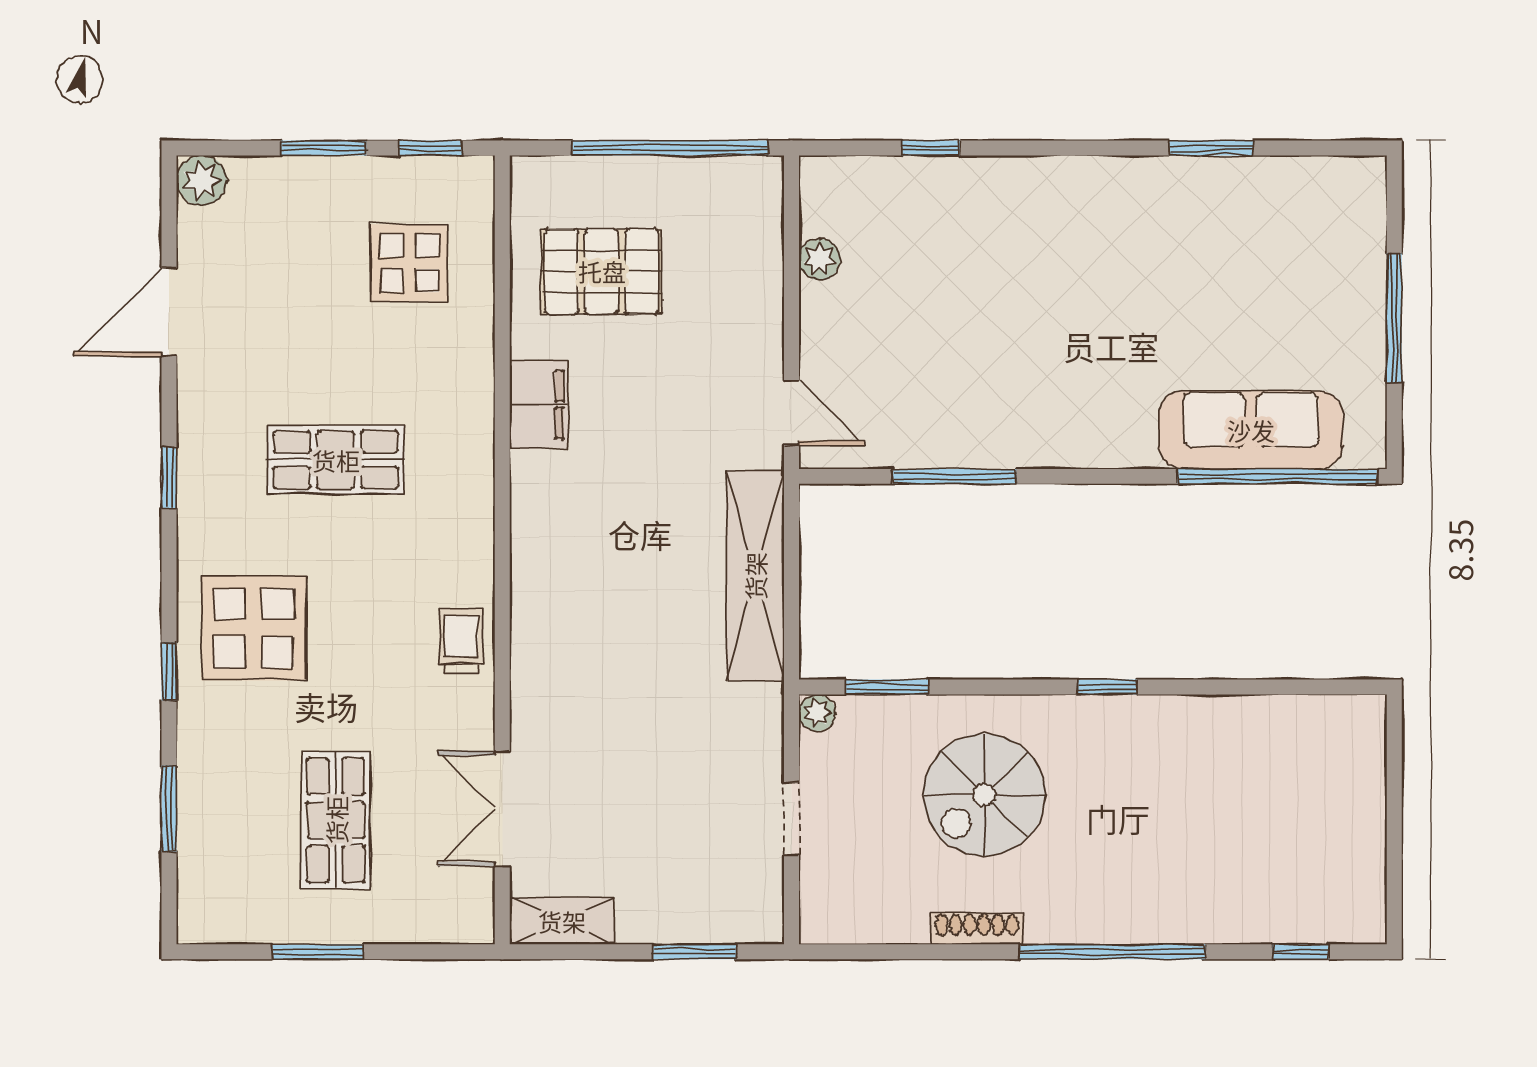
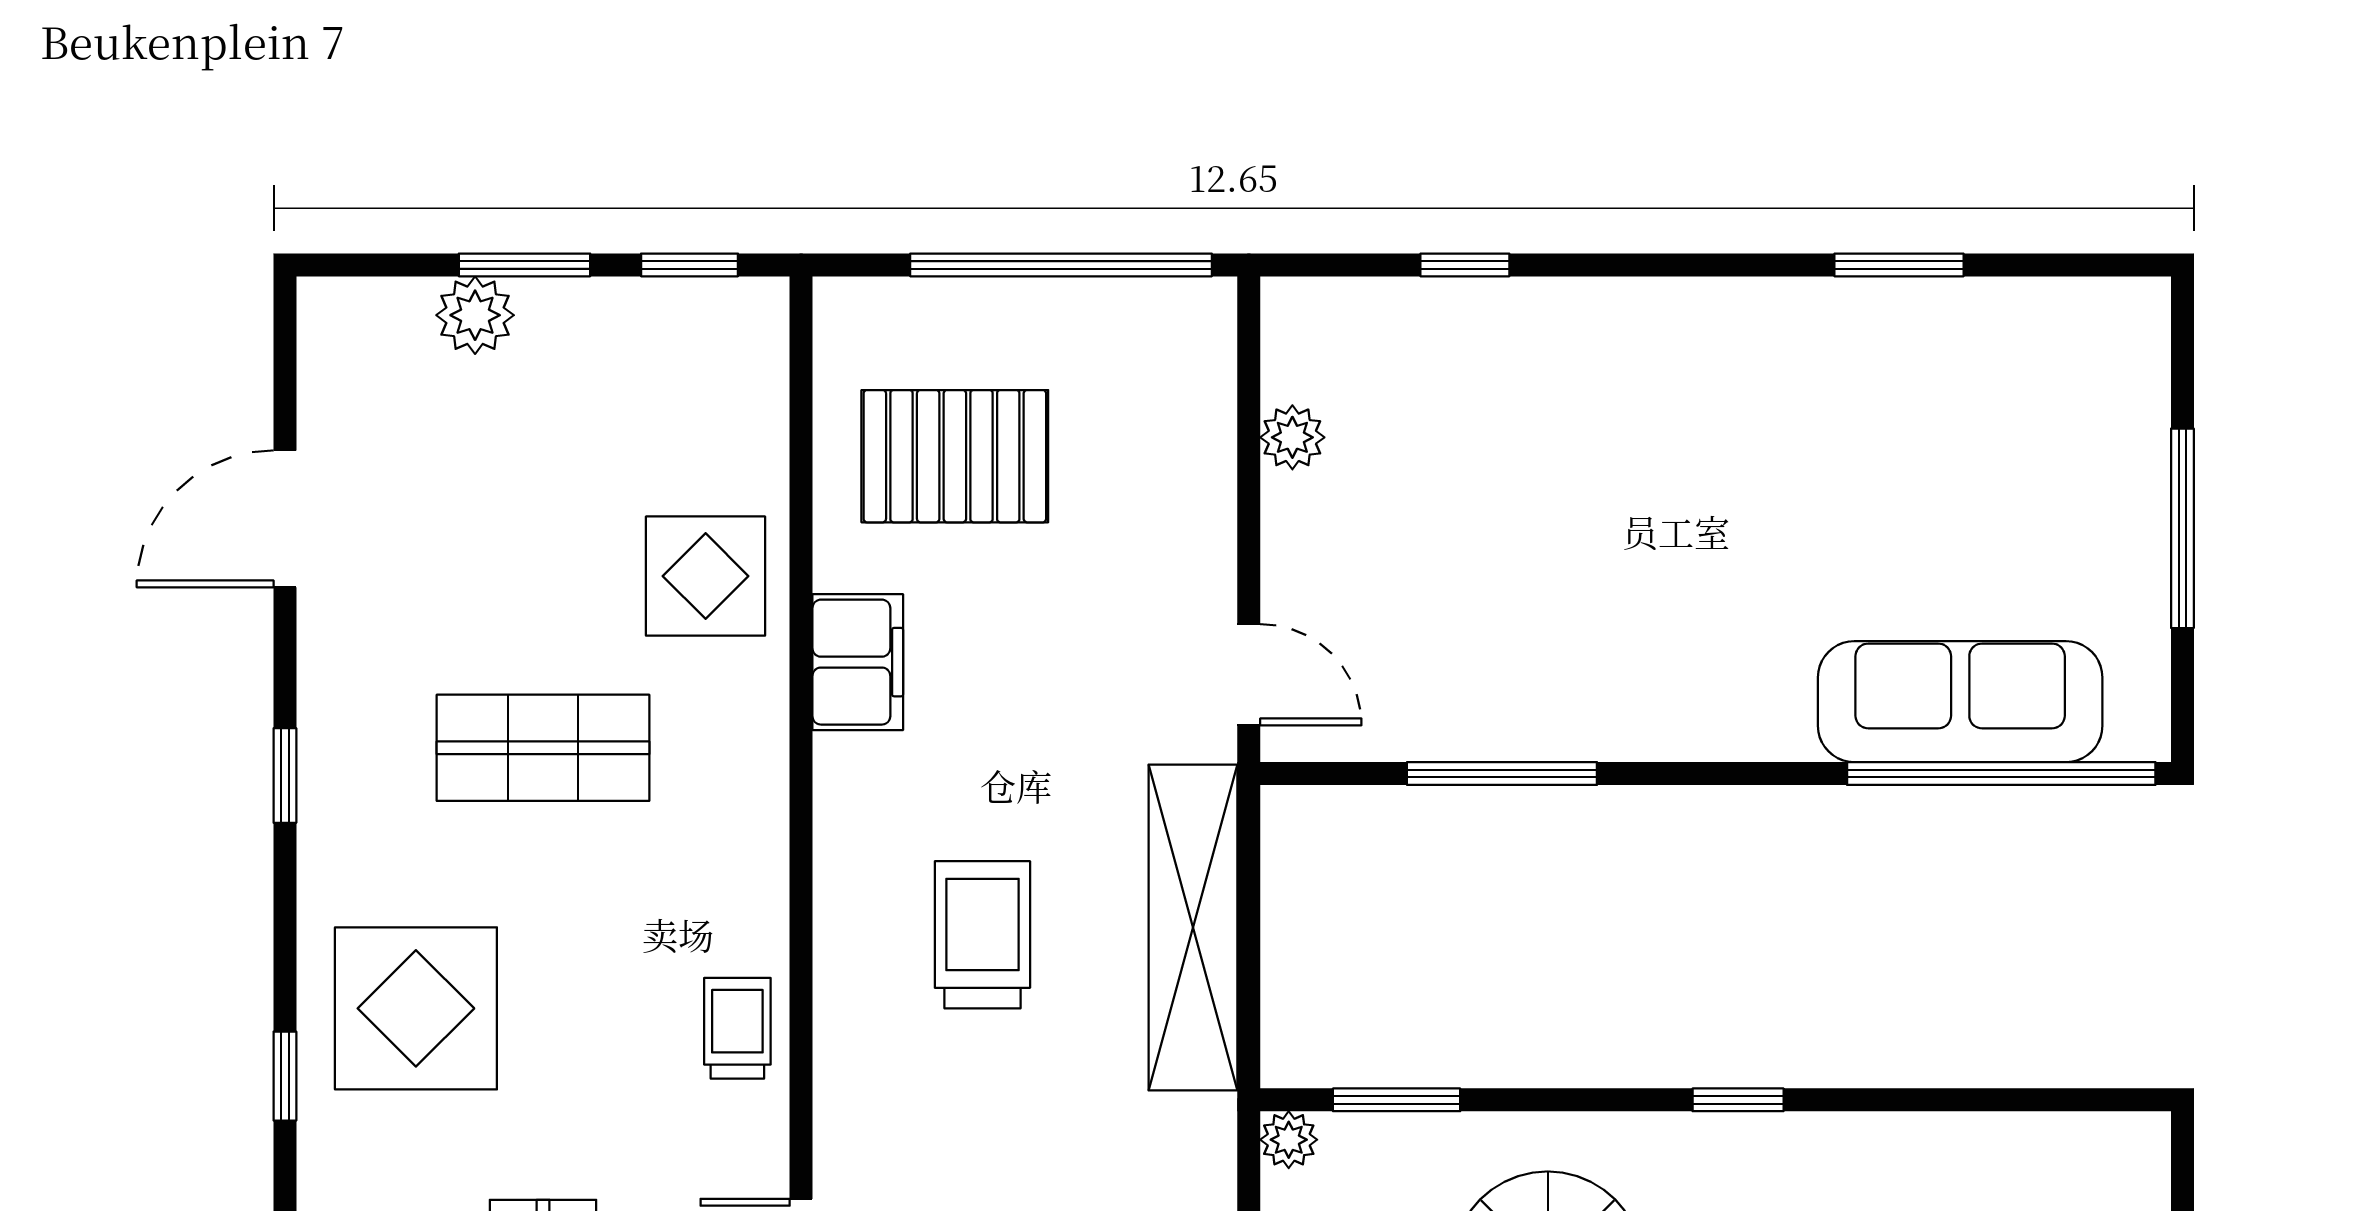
plant: (202, 180) -> (475, 315), moved
display table: (409, 263) -> (706, 576), moved
trolley: (619, 580) -> (982, 935), added

